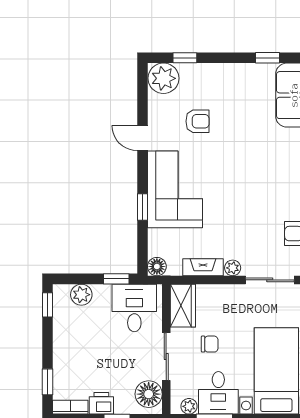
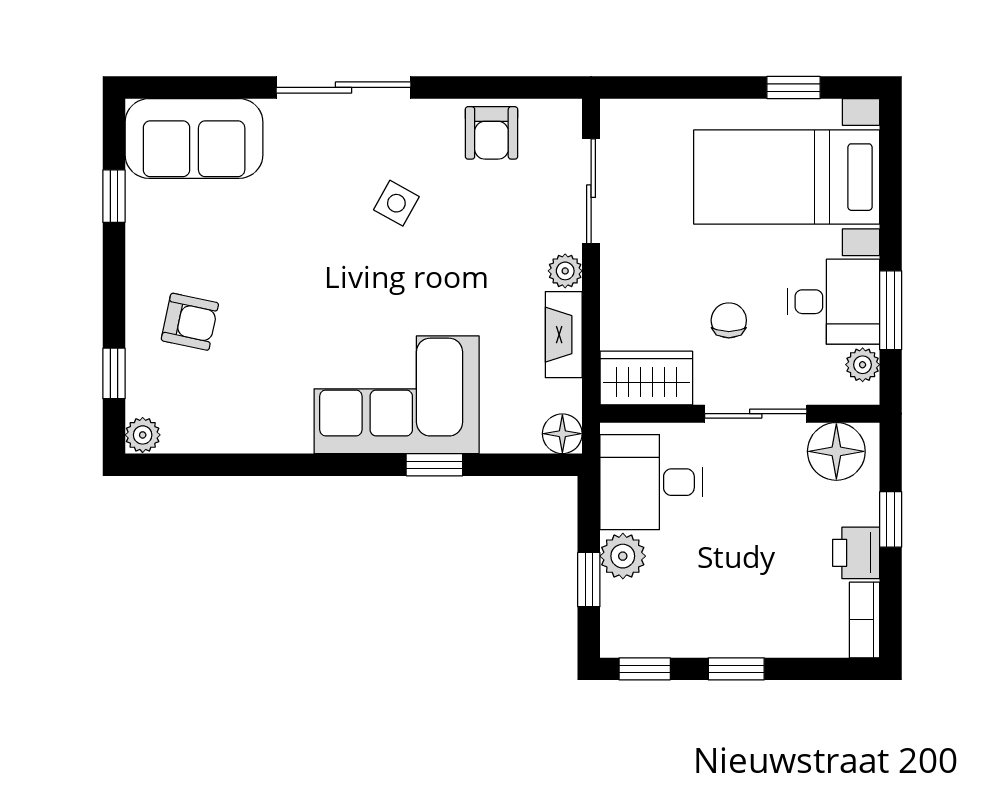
plant: (163, 78) -> (143, 435), width x0.53, depth x0.53
armchair: (197, 121) -> (190, 322), moved, turned 102
door: (142, 138) -> (286, 465), removed
side table: (264, 189) -> (396, 203), added
window: (116, 279) -> (589, 580), moved
plant: (81, 295) -> (623, 556), moved
window: (47, 382) -> (736, 669), moved

